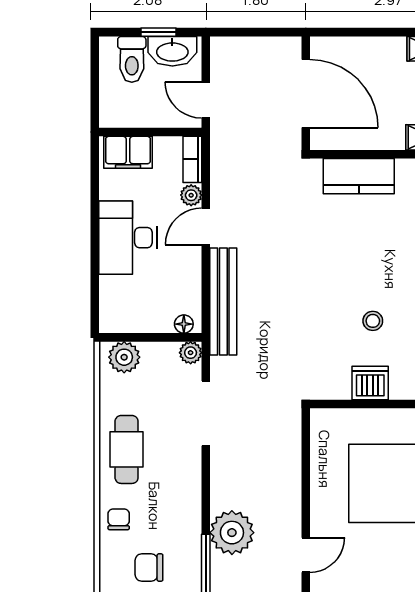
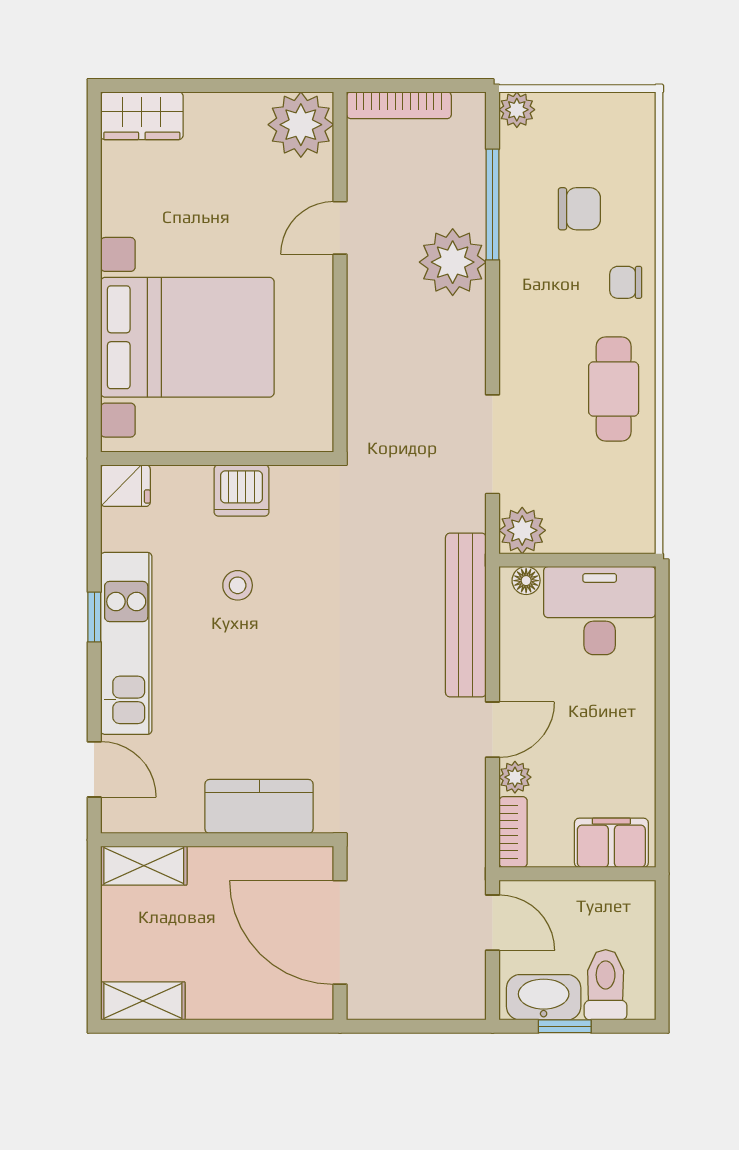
desk: (128, 238) -> (600, 611), moved, turned -90
plant: (191, 353) -> (522, 530), width x1.38, depth x1.38
plant: (124, 357) -> (617, 530), removed
chair: (119, 519) -> (626, 282), turned 90

